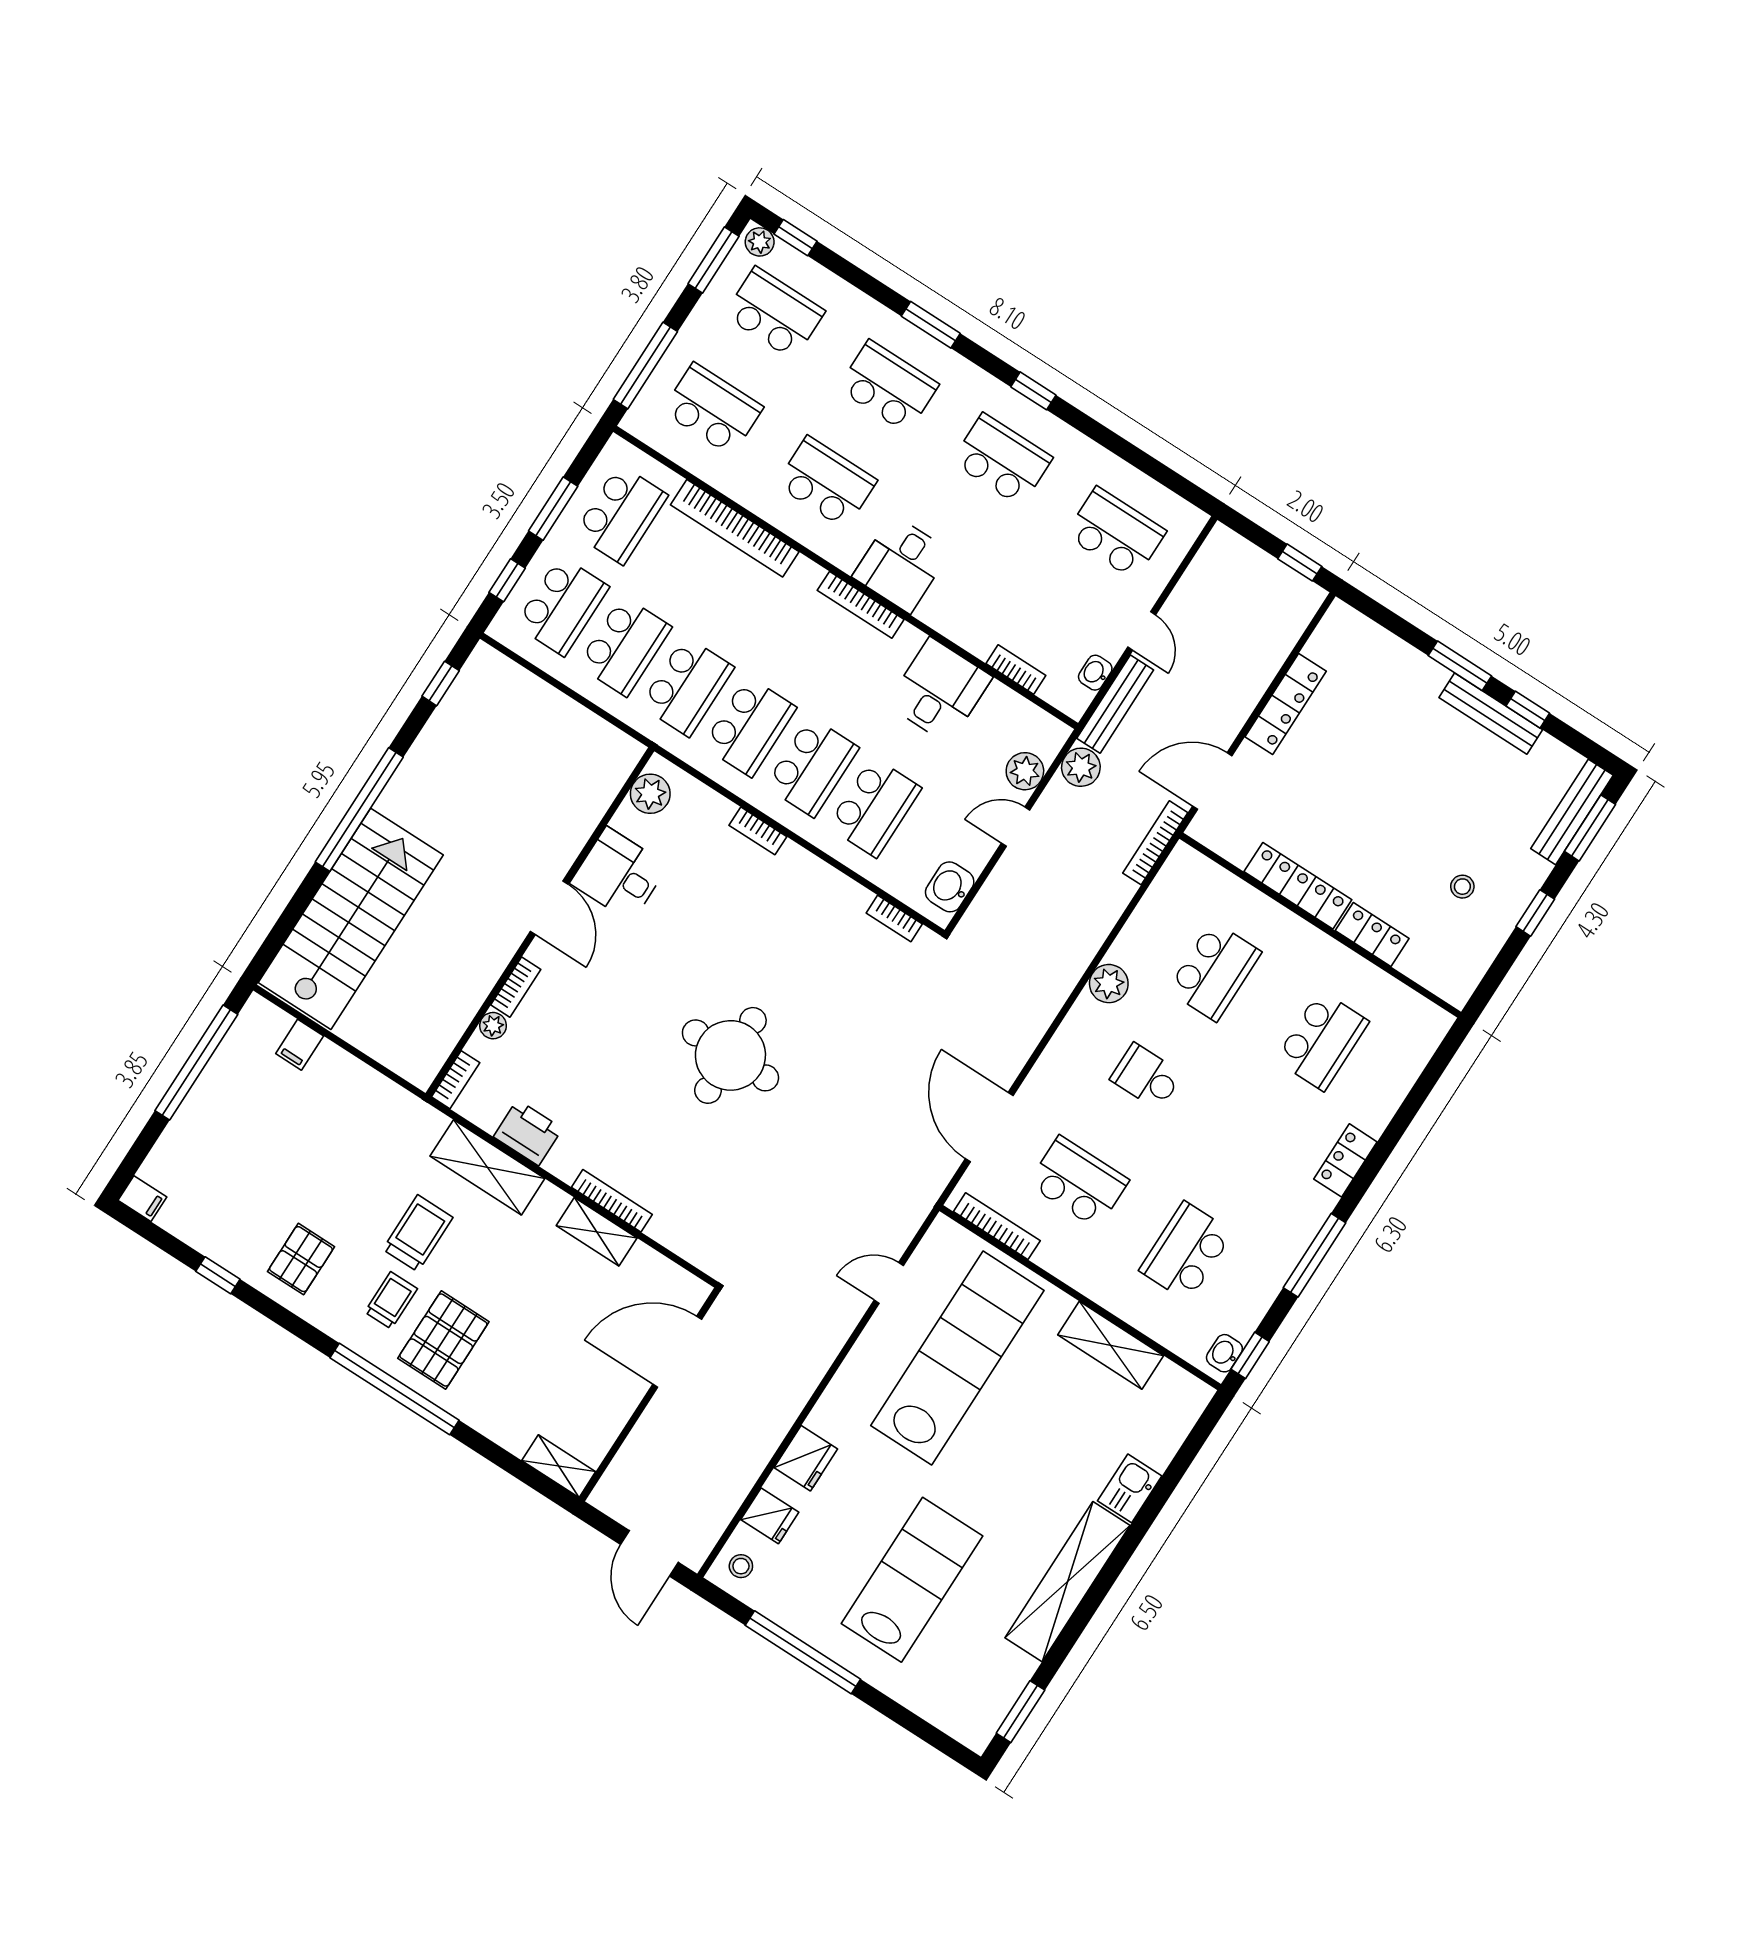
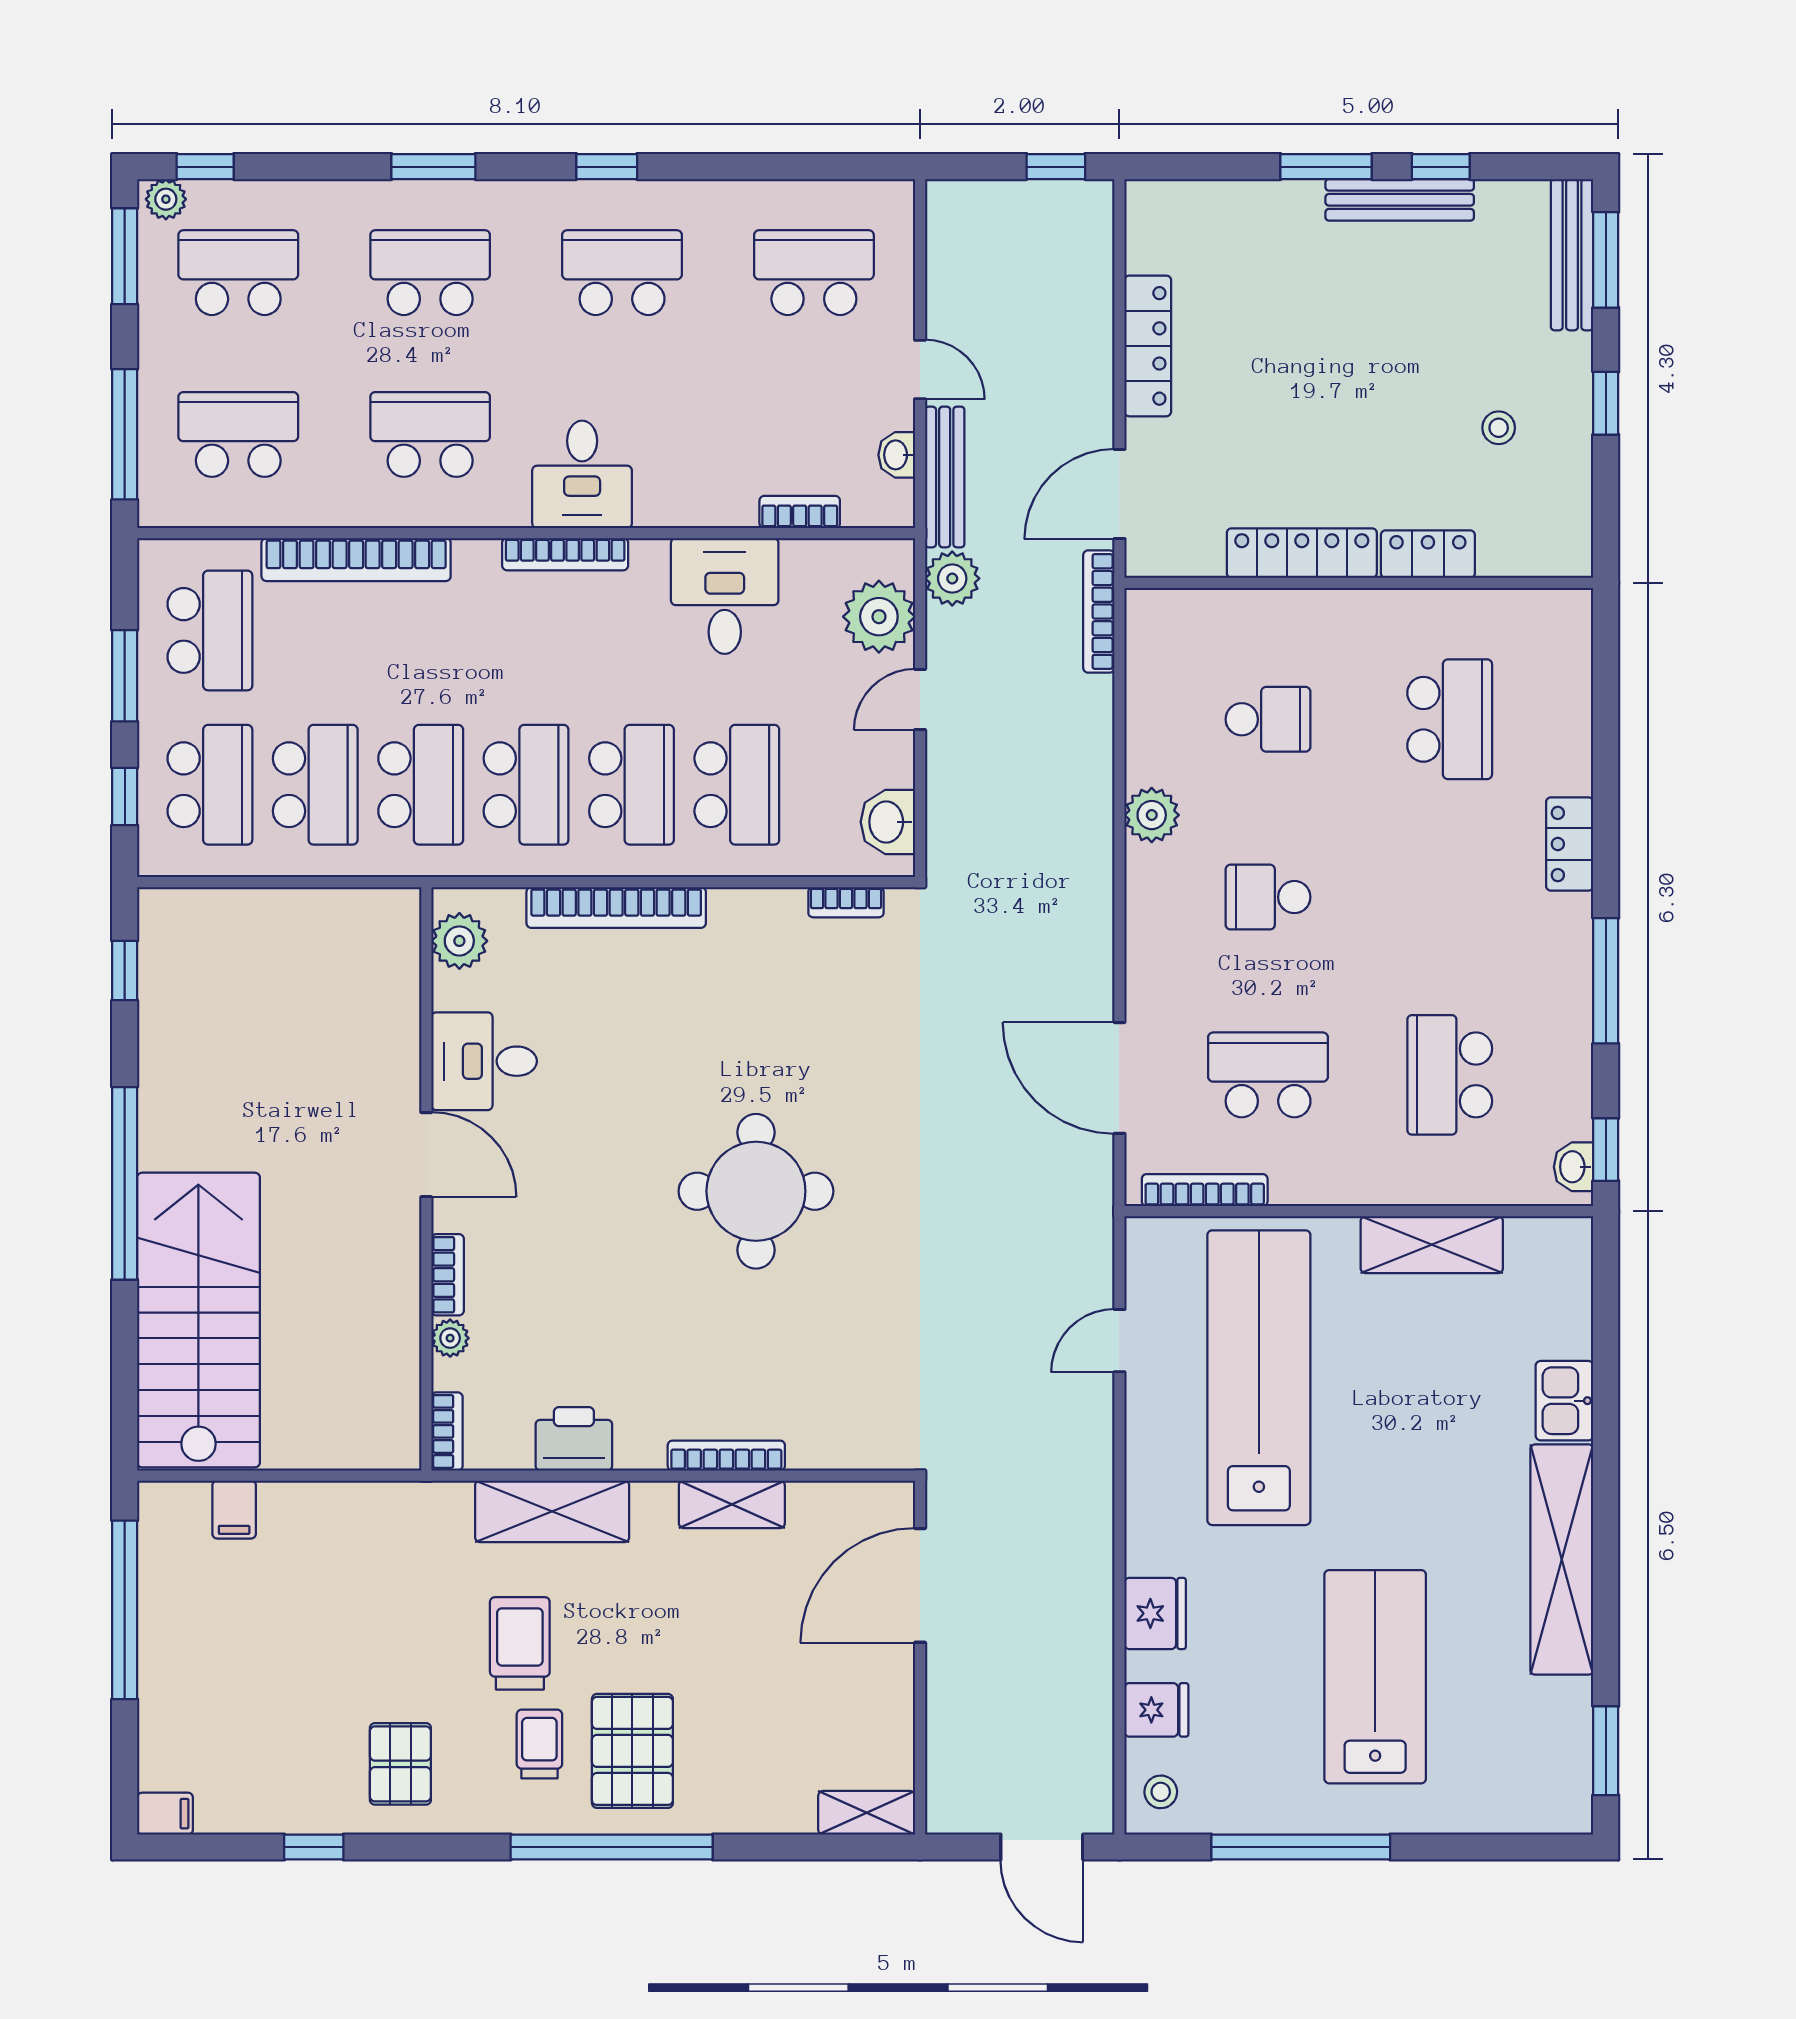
plant: (1025, 771) -> (879, 617), width x1.36, depth x1.36
bookcase: (758, 831) -> (616, 907), width x2.31, depth x1.31
school desk: (1214, 971) -> (1268, 719), width x0.54

